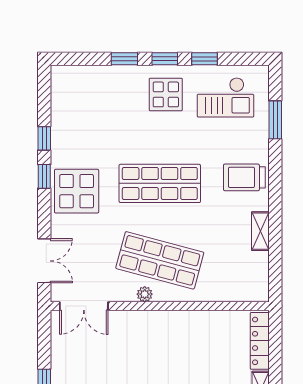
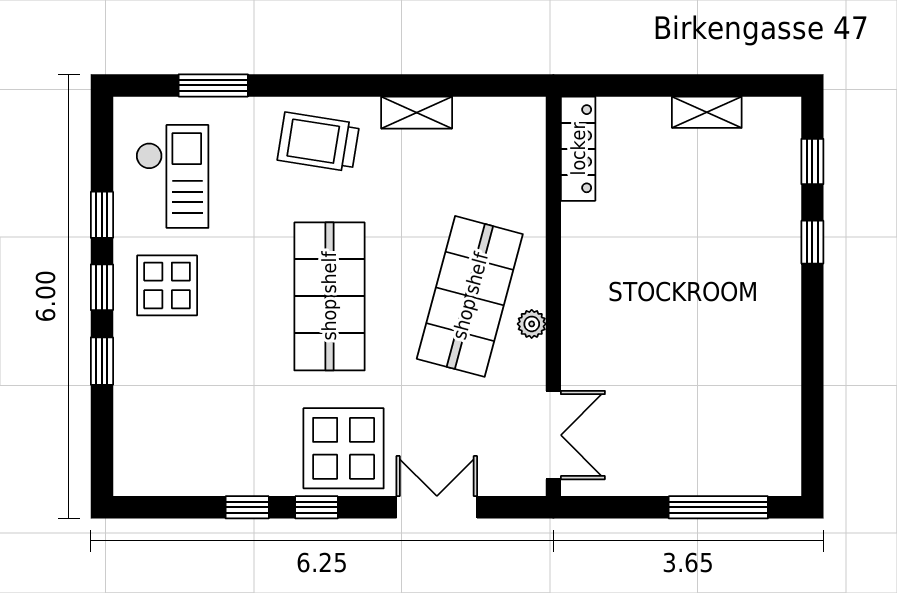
trolley: (244, 177) -> (318, 142), turned 99
double door: (44, 261) -> (437, 507), moved
locker: (260, 341) -> (578, 149), moved, turned -90

